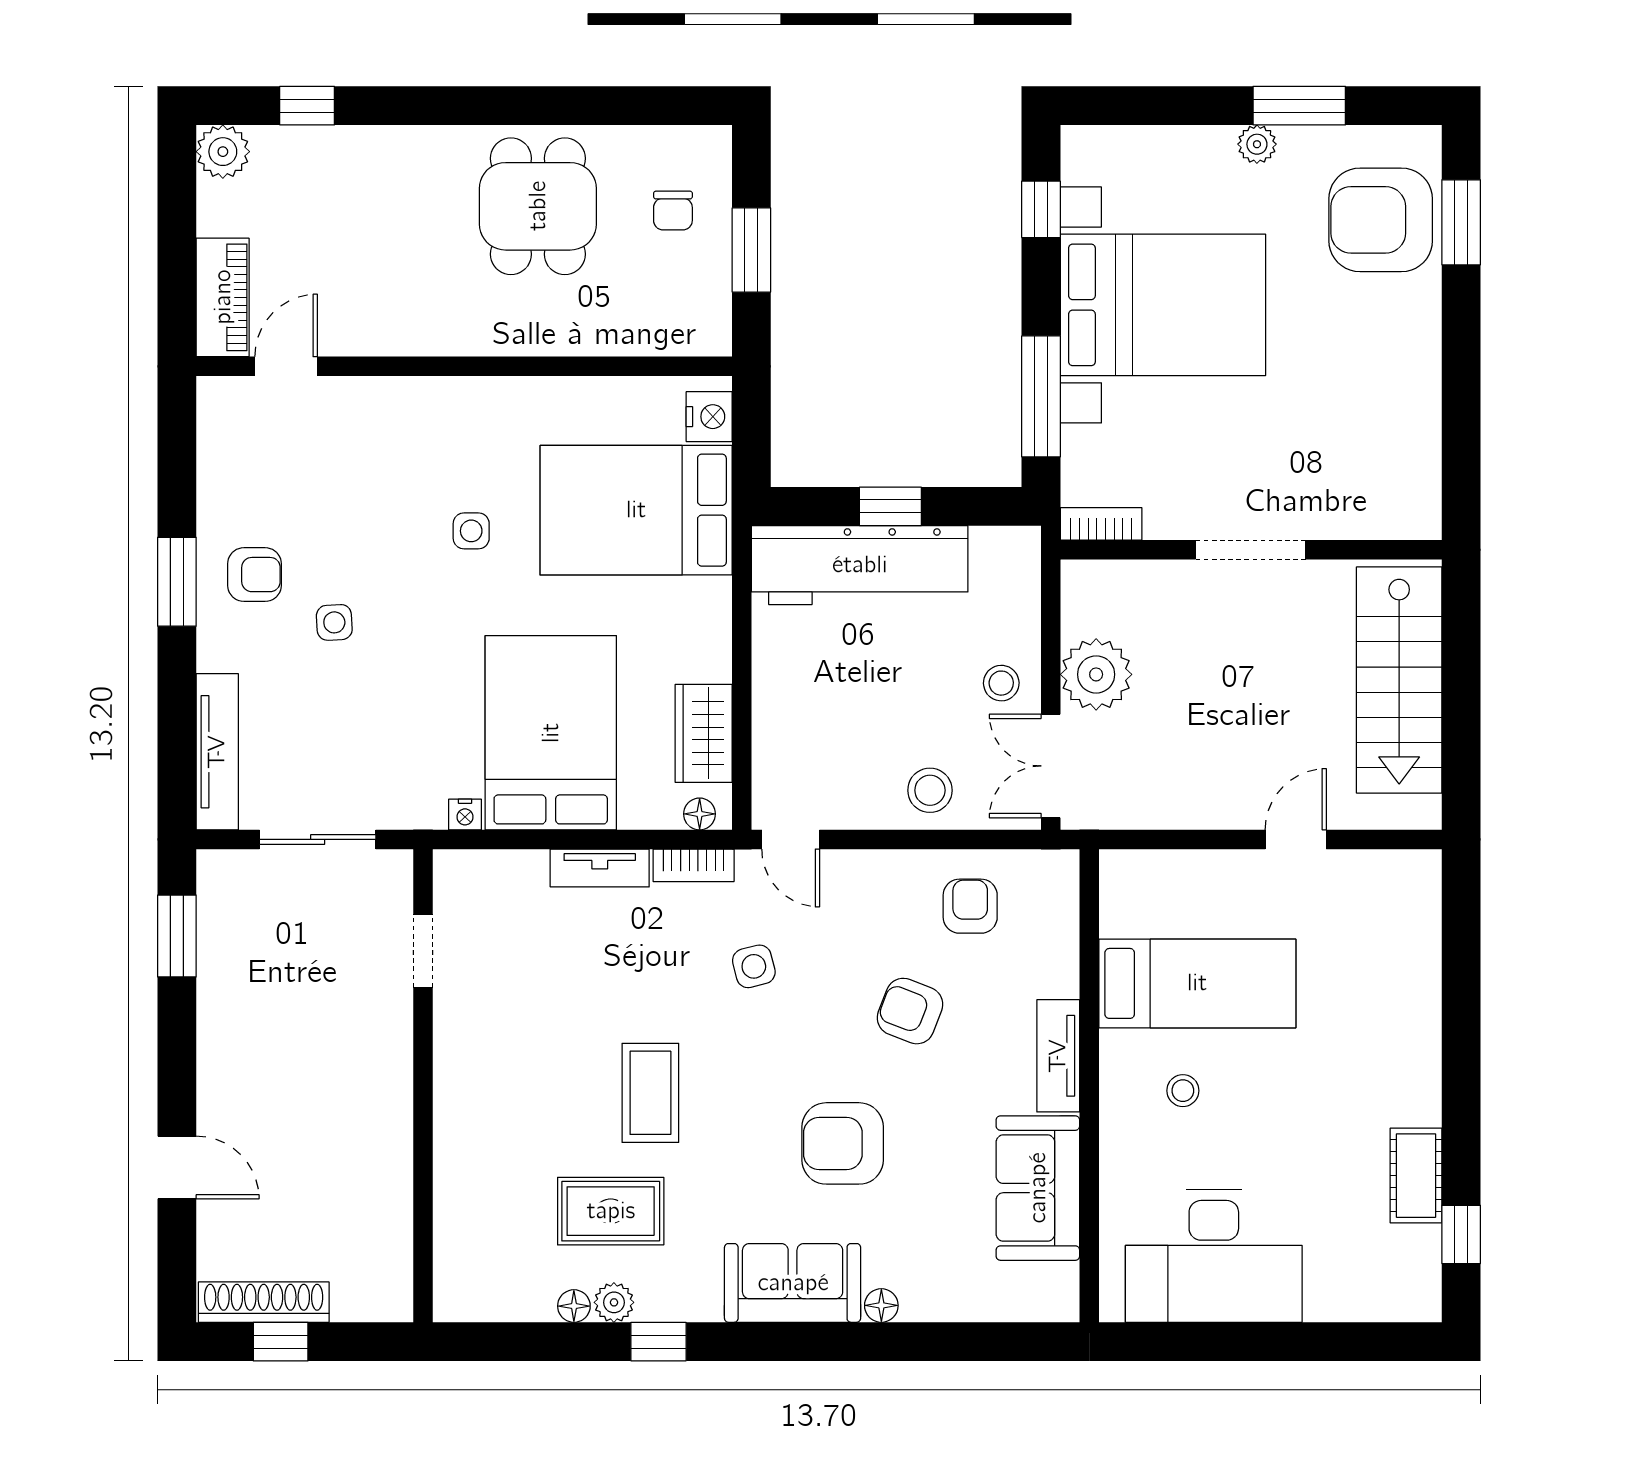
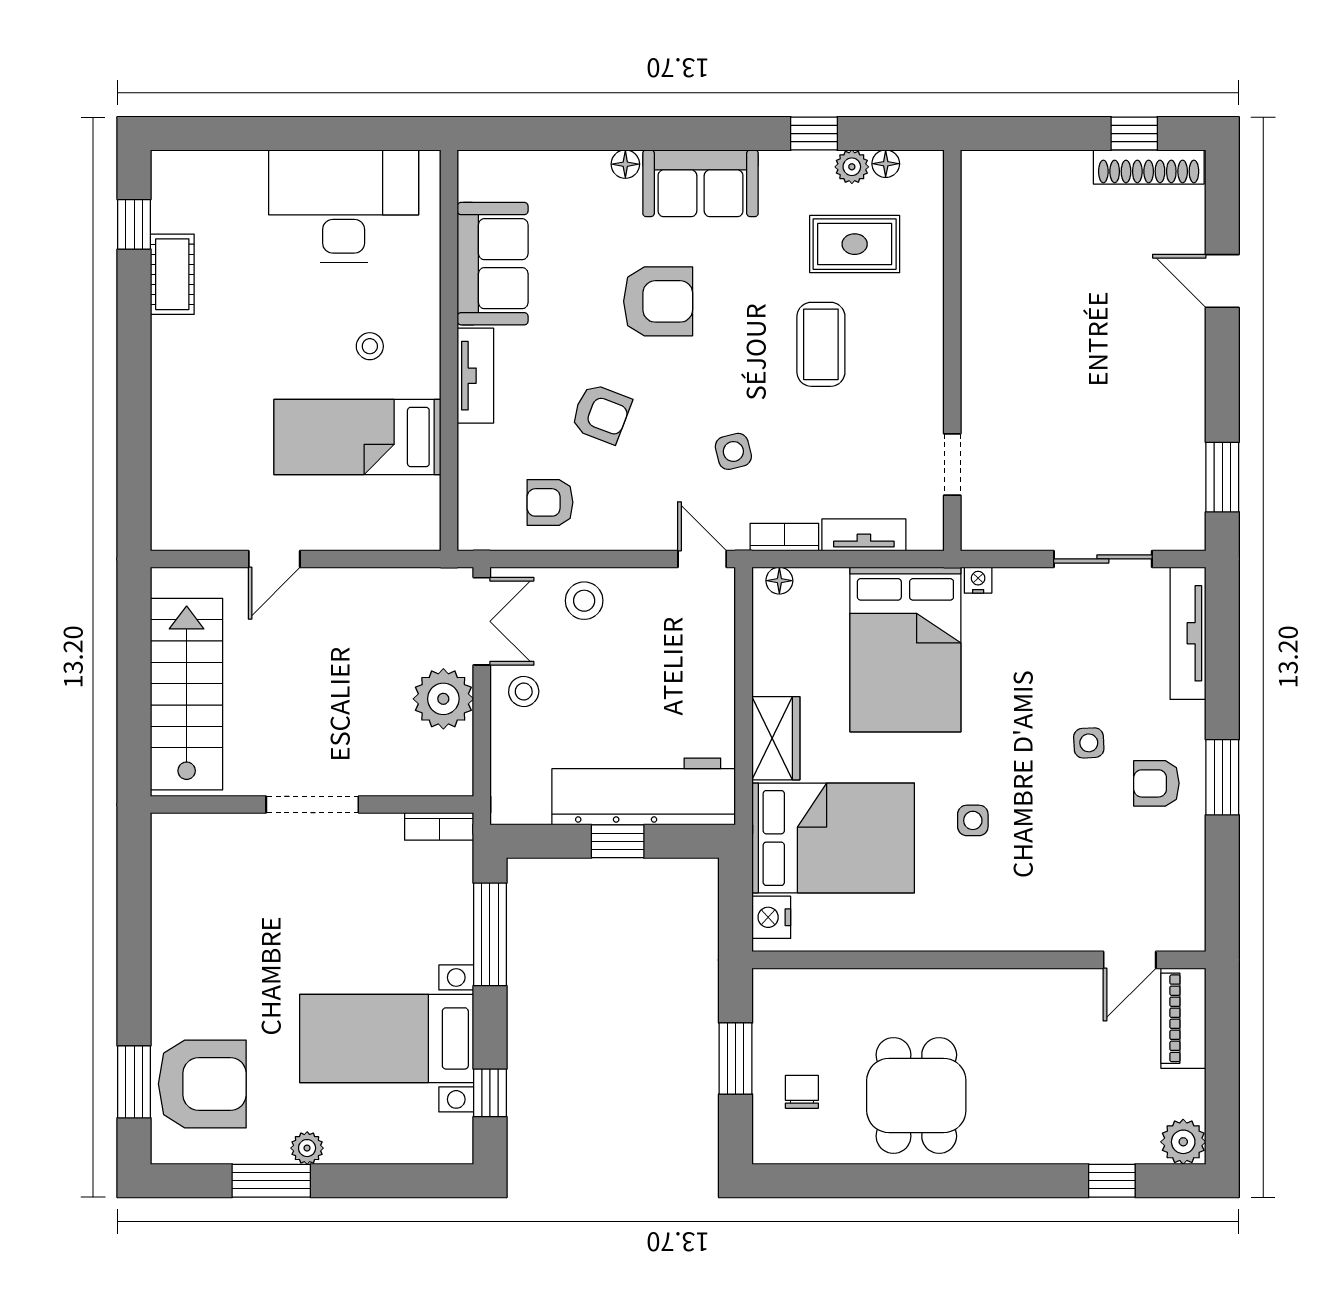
bed with nightstands: (1163, 305) -> (387, 1038), width x0.73
wardrobe: (704, 733) -> (776, 738), moved
armchair: (970, 906) -> (550, 502), turned 90
doorway: (423, 951) -> (952, 465), moved
wall: (423, 1086) -> (952, 350), moved

